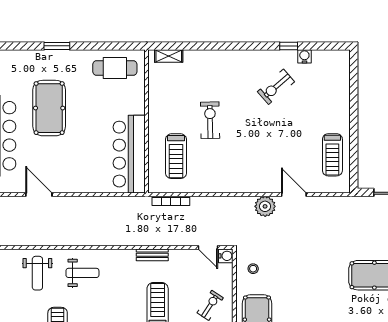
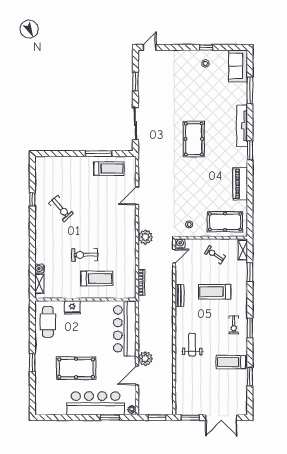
water cooler: (304, 56) -> (40, 268), moved
fridge: (135, 103) -> (72, 307), added
window: (354, 140) -> (99, 154), added
bar counter: (129, 154) -> (125, 329), moved, turned 90
treadmill: (176, 156) -> (97, 278), moved
plant: (63, 206) -> (145, 359), added
plant: (265, 206) -> (145, 237), moved
weight bench: (37, 273) -> (192, 376), removed

